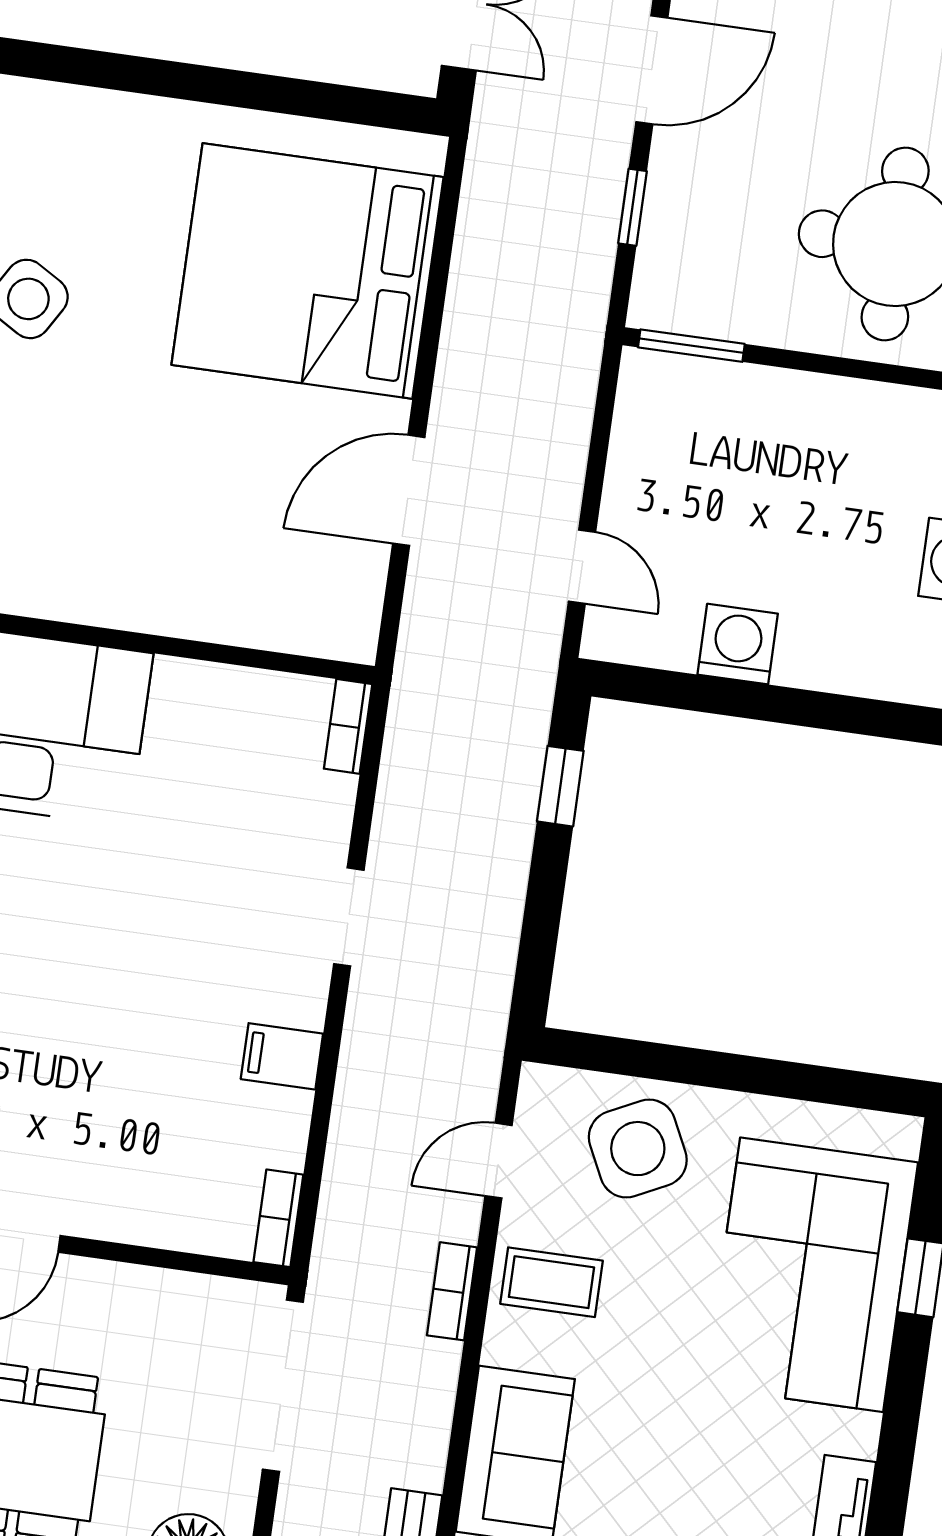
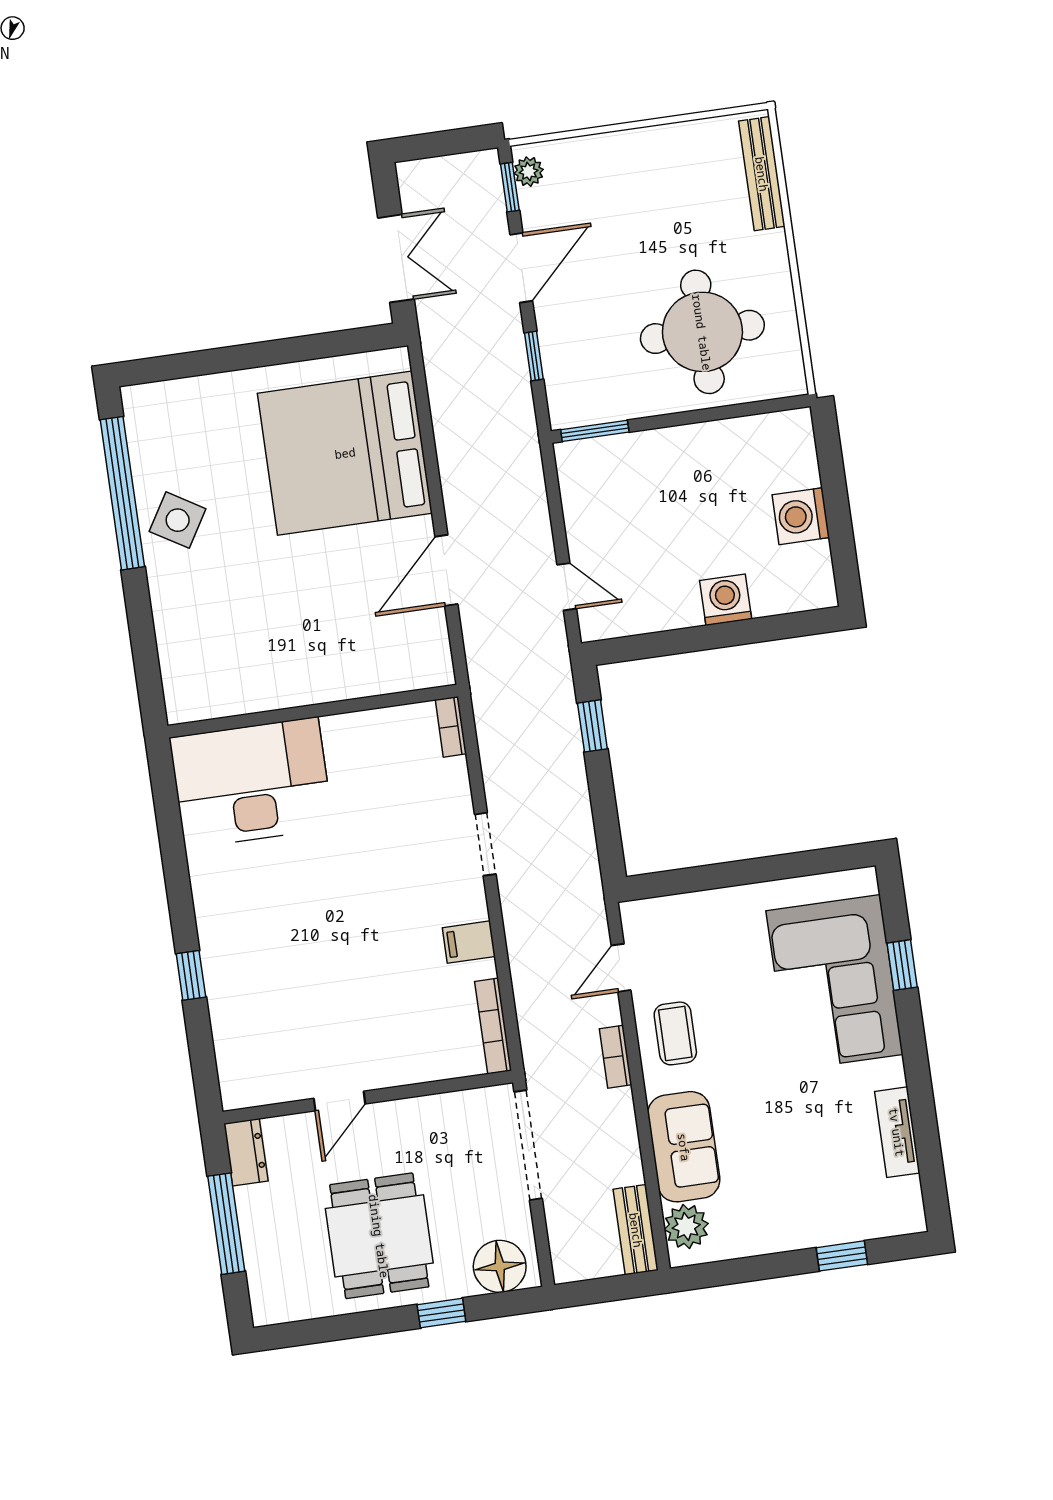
washing machine: (738, 644) -> (726, 600), moved
side table: (638, 1149) -> (705, 936), removed
bookcase: (278, 1218) -> (493, 1026), width x1.56
coffee table: (551, 1282) -> (675, 1033), turned 90

